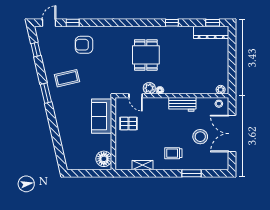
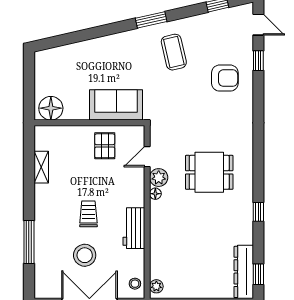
armchair: (84, 45) -> (225, 78), turned 90
trolley: (173, 153) -> (88, 214), moved
window: (192, 173) -> (29, 242), width x1.44

